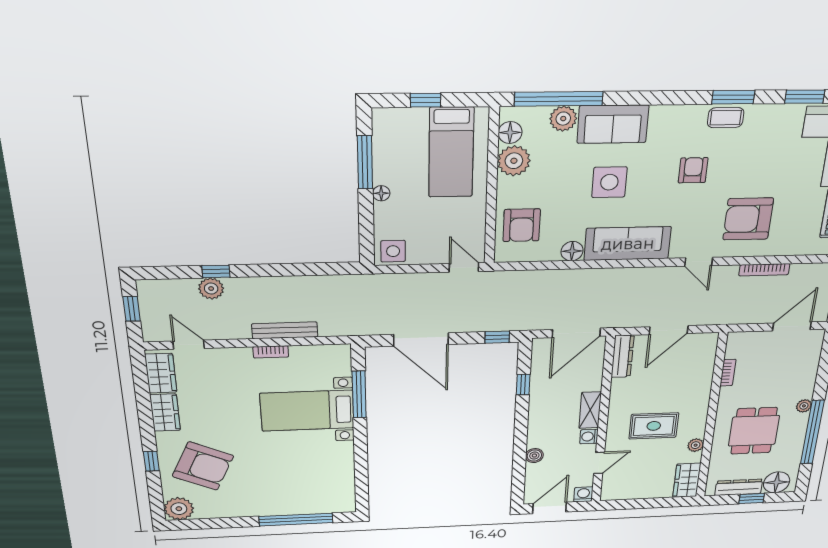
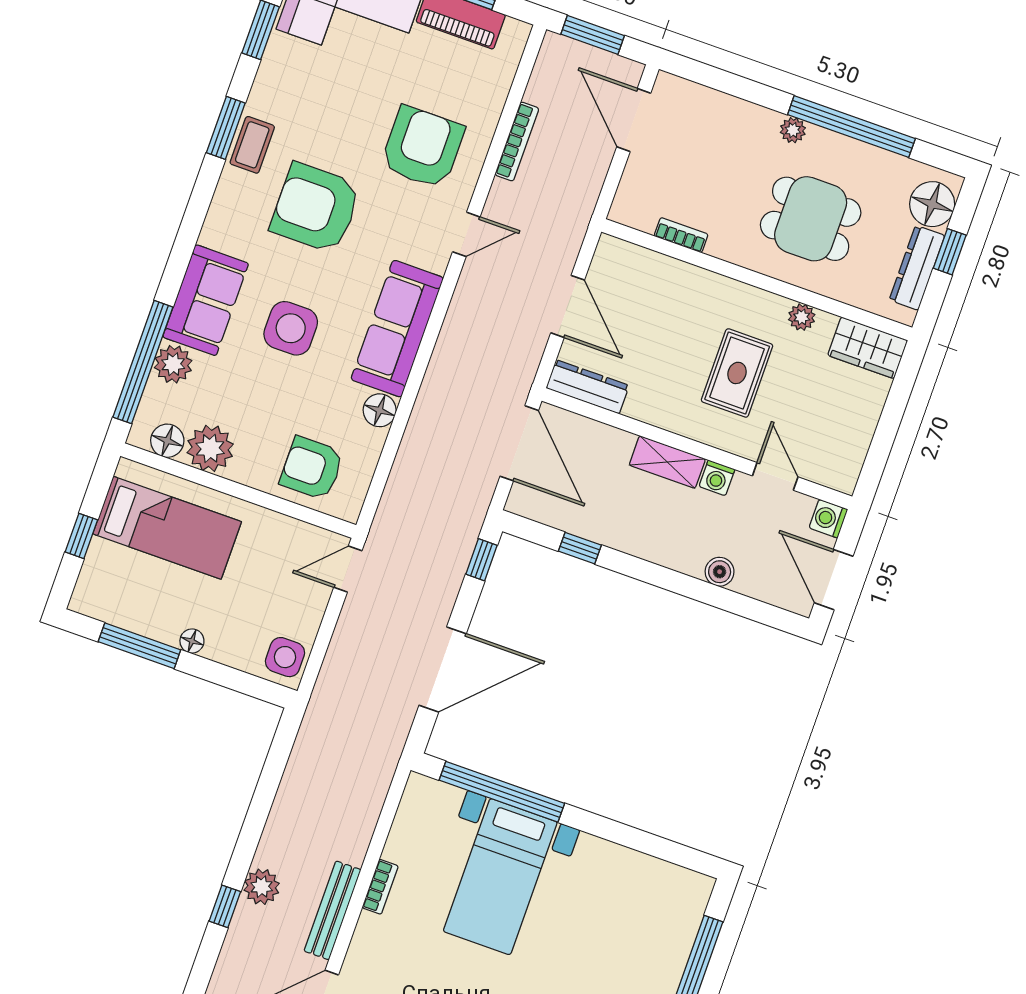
armchair: (693, 170) -> (316, 208), width x1.88, depth x1.88
armchair: (748, 219) -> (422, 147), turned 180
armchair: (522, 225) -> (312, 468), turned 180
plant: (211, 289) -> (262, 887), moved
bench: (285, 330) -> (332, 910), moved
window: (359, 394) -> (502, 792), width x1.46

